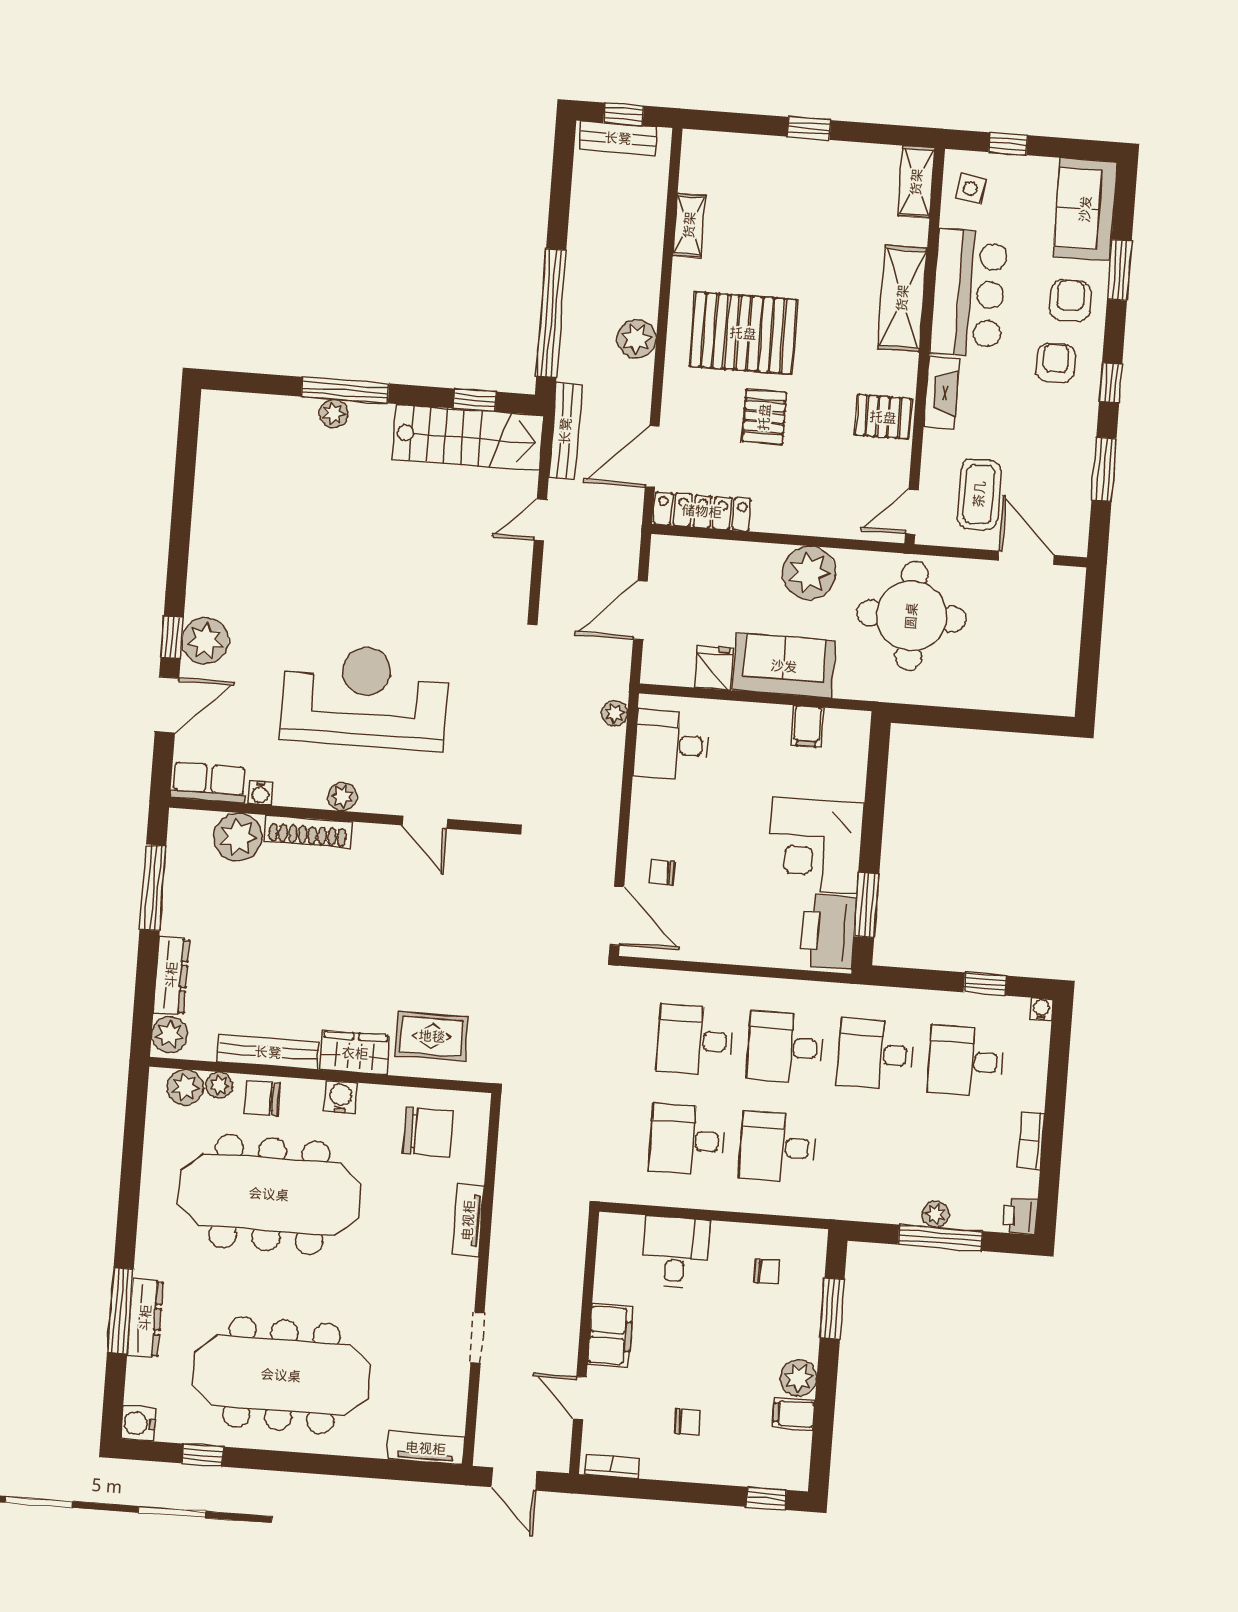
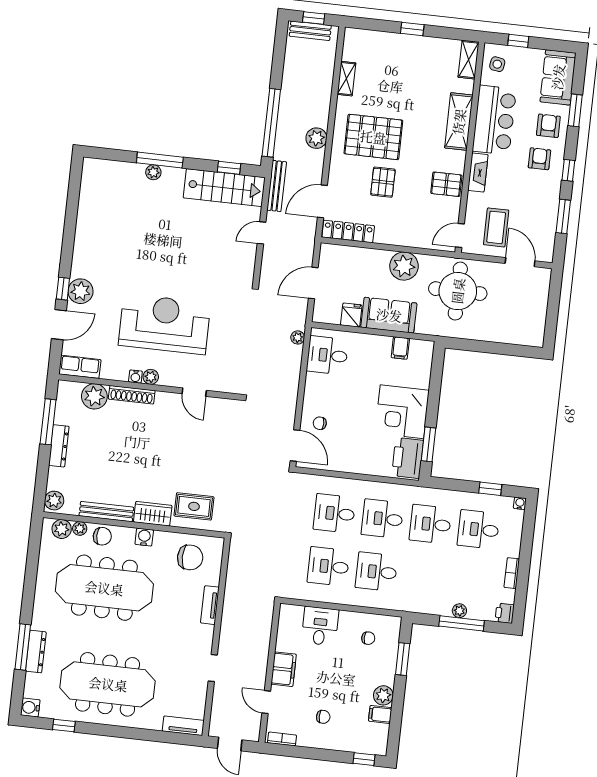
water cooler: (260, 793) -> (135, 376), moved
dresser: (171, 975) -> (59, 446), moved
chair: (262, 1098) -> (102, 536), turned 180

